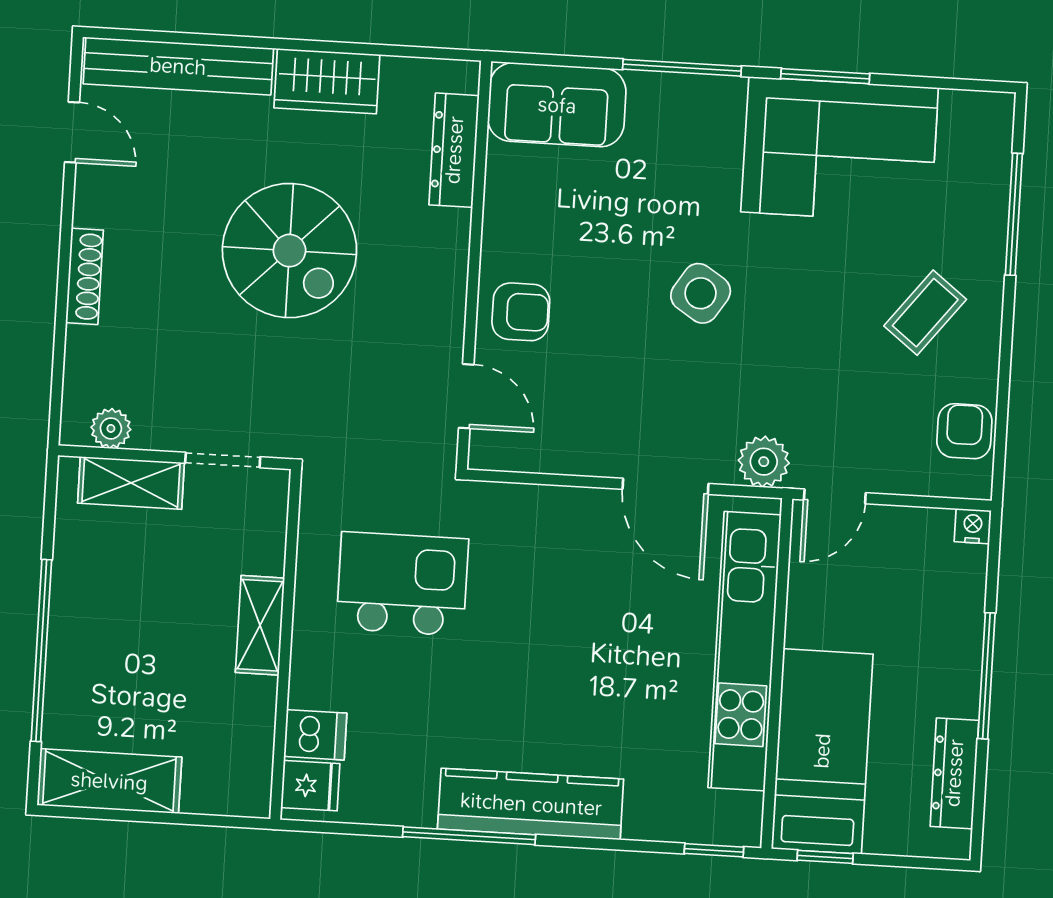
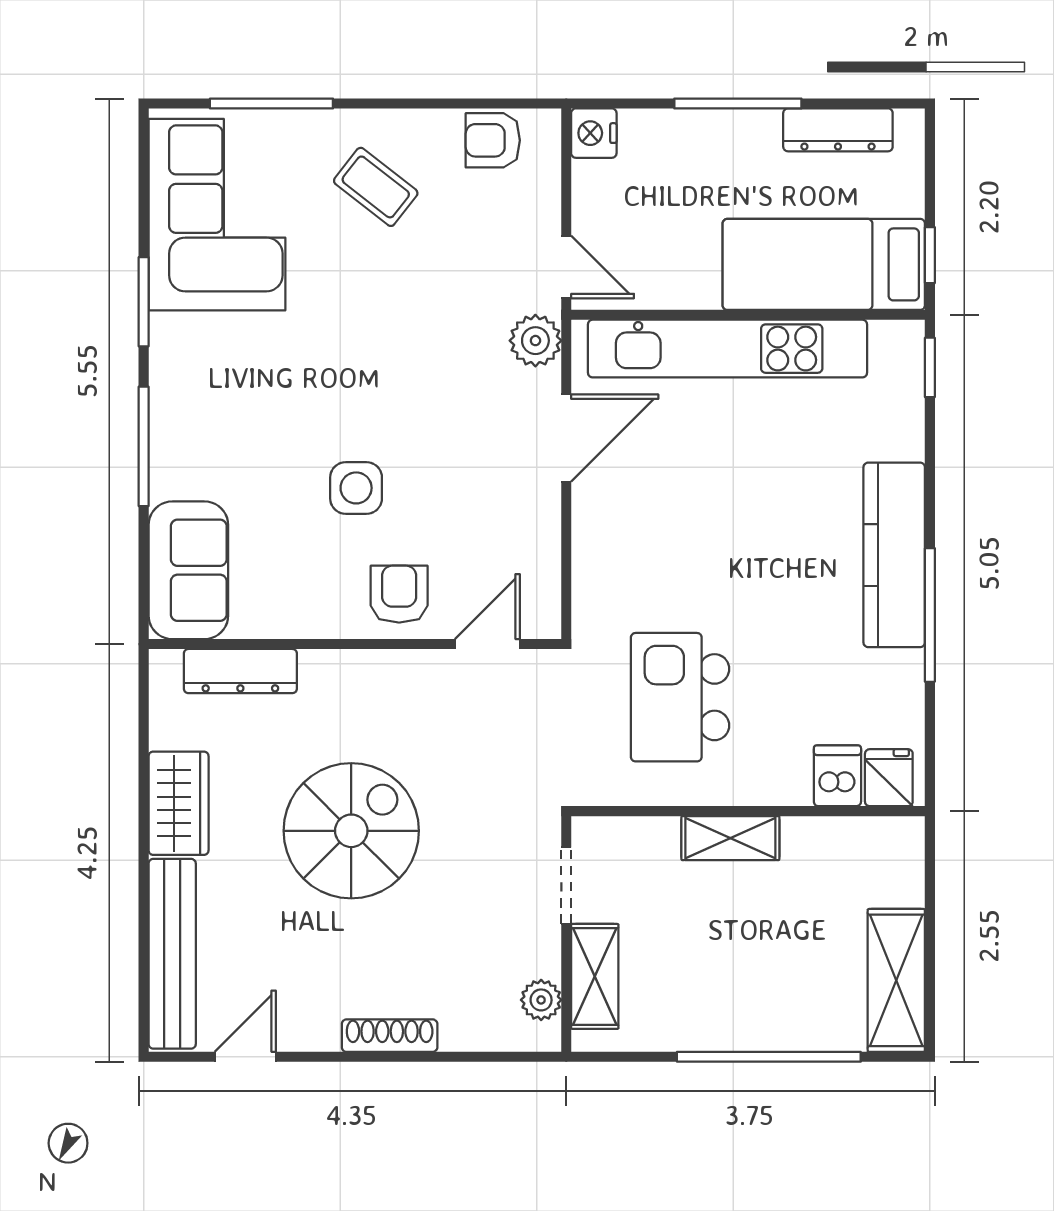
corner sofa: (840, 150) -> (217, 215), moved
side table: (701, 293) -> (356, 488), moved, turned -33
nightstand: (973, 526) -> (594, 133), width x1.39, depth x1.35

